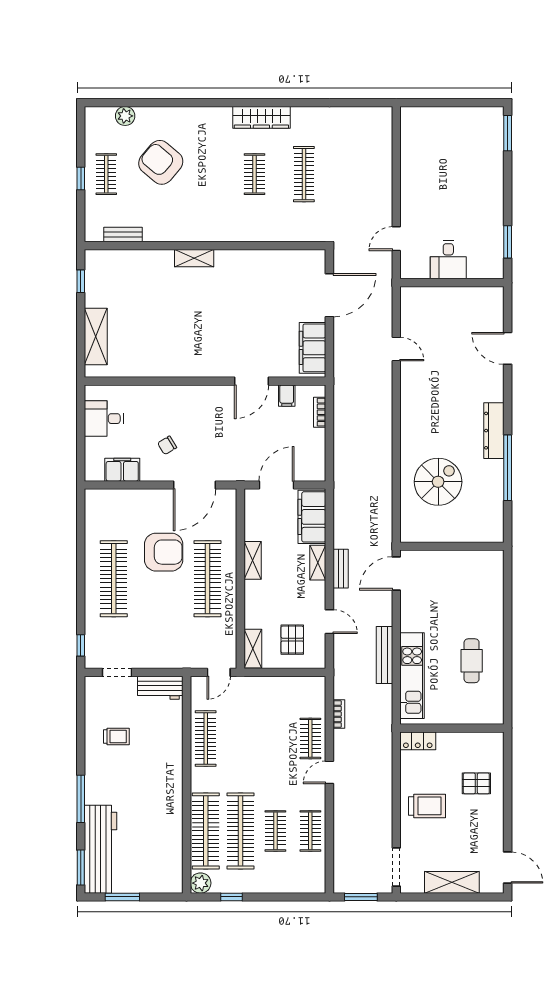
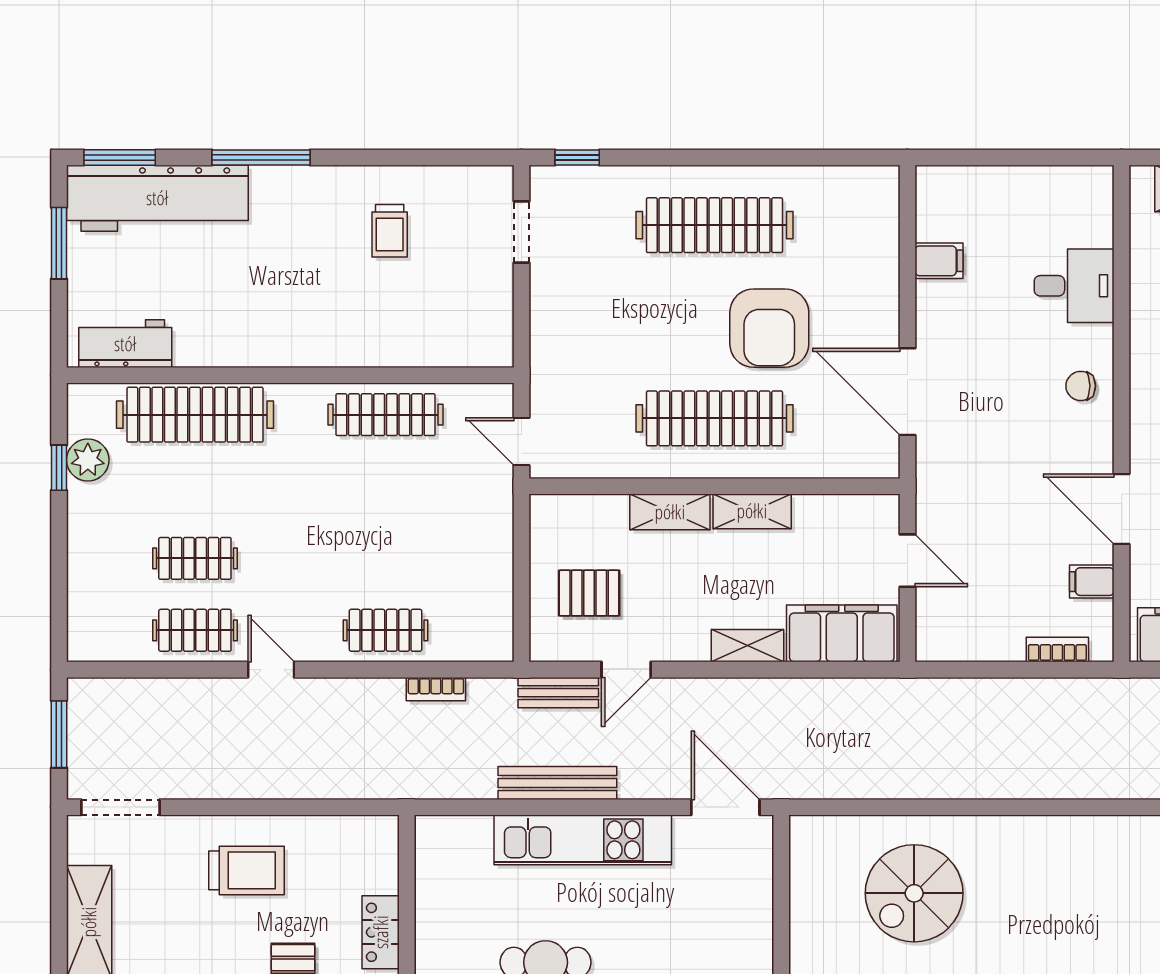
desk: (104, 419) -> (1074, 286), moved, turned 90
chair: (167, 445) -> (1081, 386), moved, turned -59
filing cabinet: (122, 470) -> (939, 261), width x0.50
spiral stairs: (438, 482) -> (914, 893), turned 90
door: (277, 485) -> (907, 561), width x0.73
bench: (341, 569) -> (558, 693), moved
shelving: (253, 649) -> (670, 512), moved
kitchen unit: (412, 676) -> (583, 840), moved
workbench: (160, 688) -> (125, 344), moved, turned 90
locker: (418, 741) -> (381, 932), moved
door: (329, 772) -> (271, 670), moved
trolley: (427, 806) -> (246, 870), turned -90
clothes rail: (241, 831) -> (195, 487), removed
plant: (201, 883) -> (88, 460), moved

